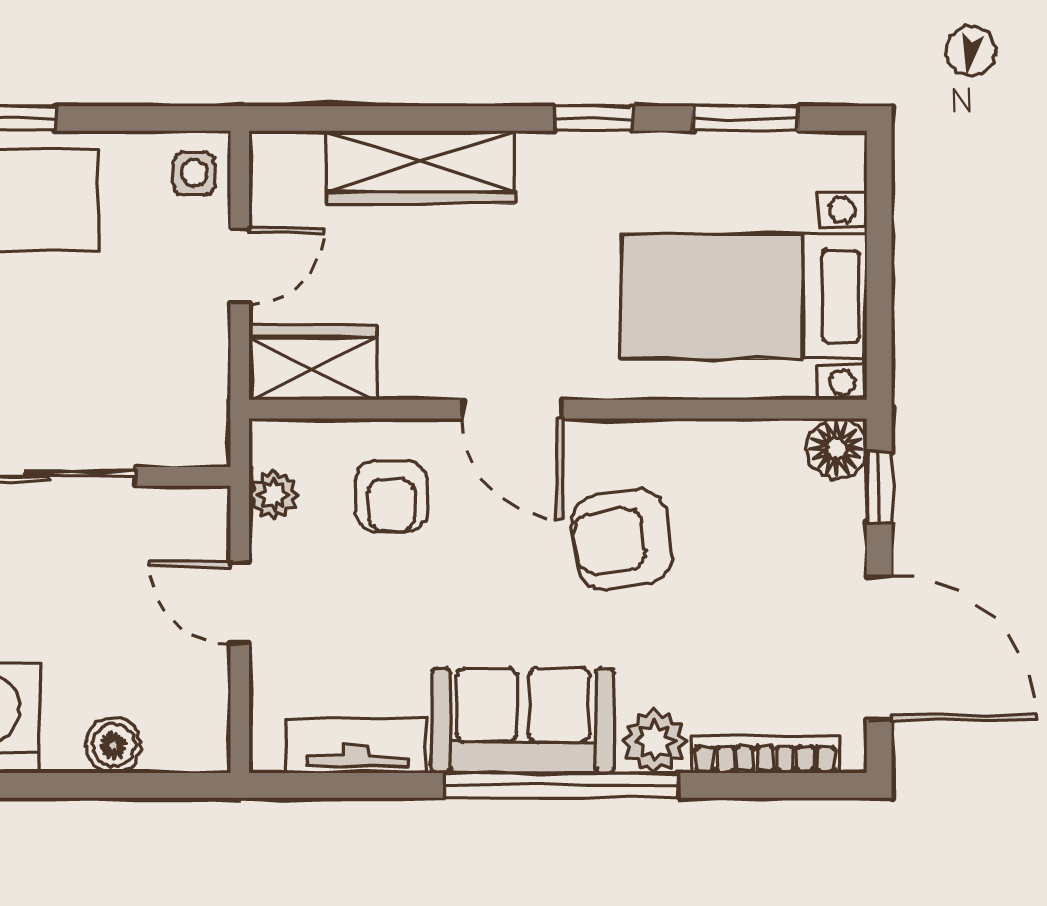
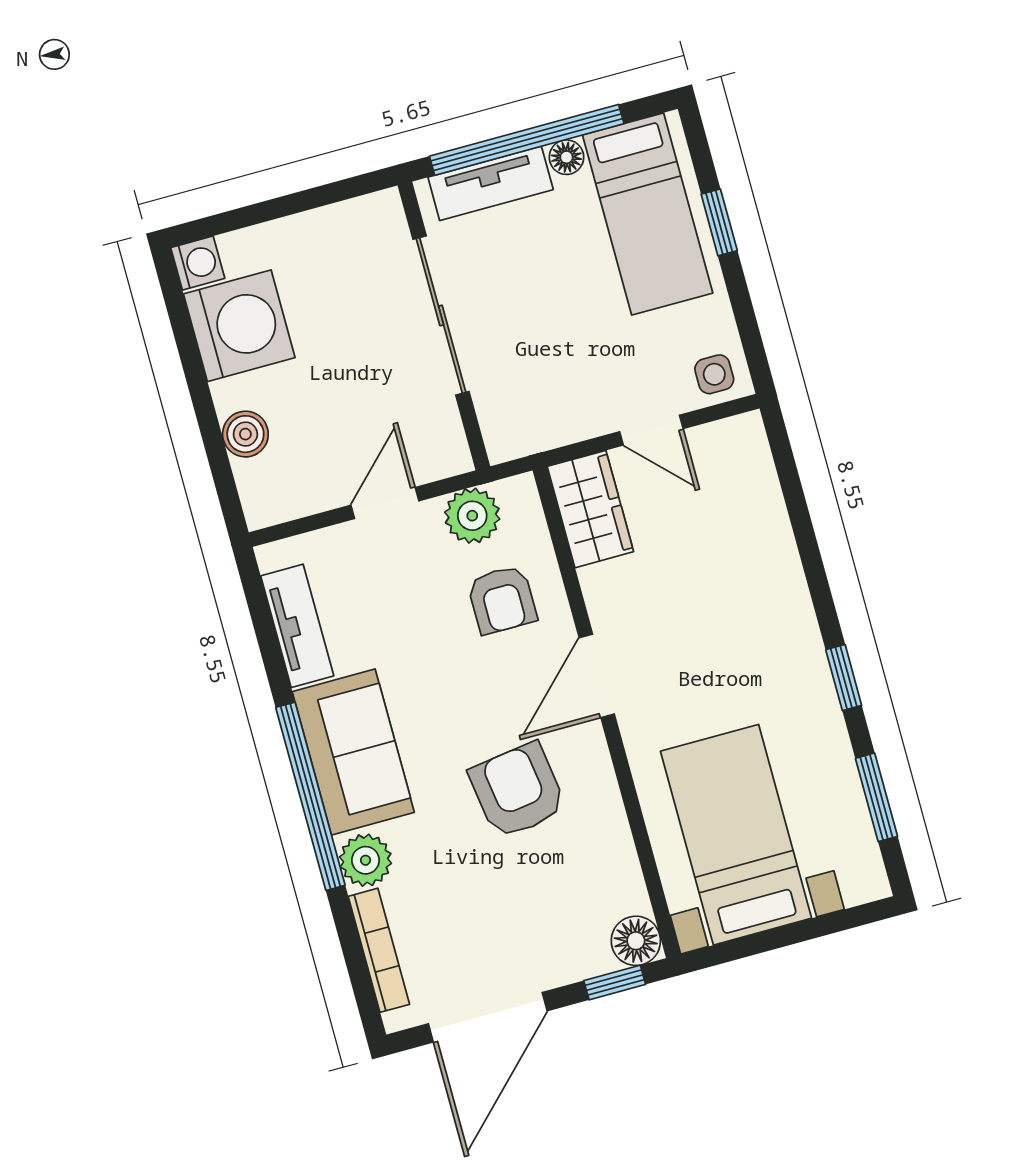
wardrobe: (420, 167) -> (768, 552), removed
plant: (274, 495) -> (472, 516), width x1.38, depth x1.38
armchair: (392, 496) -> (502, 600), turned -90

